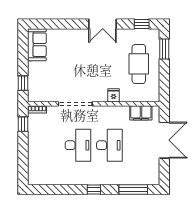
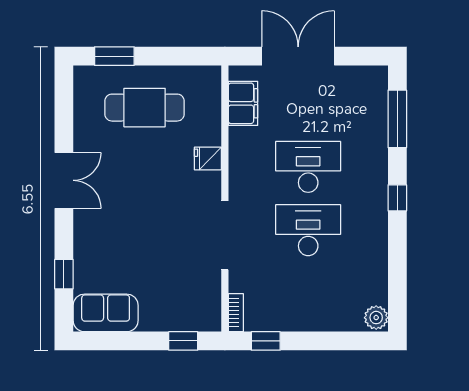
window: (142, 24) -> (64, 274), moved
plant: (35, 179) -> (376, 318), added

